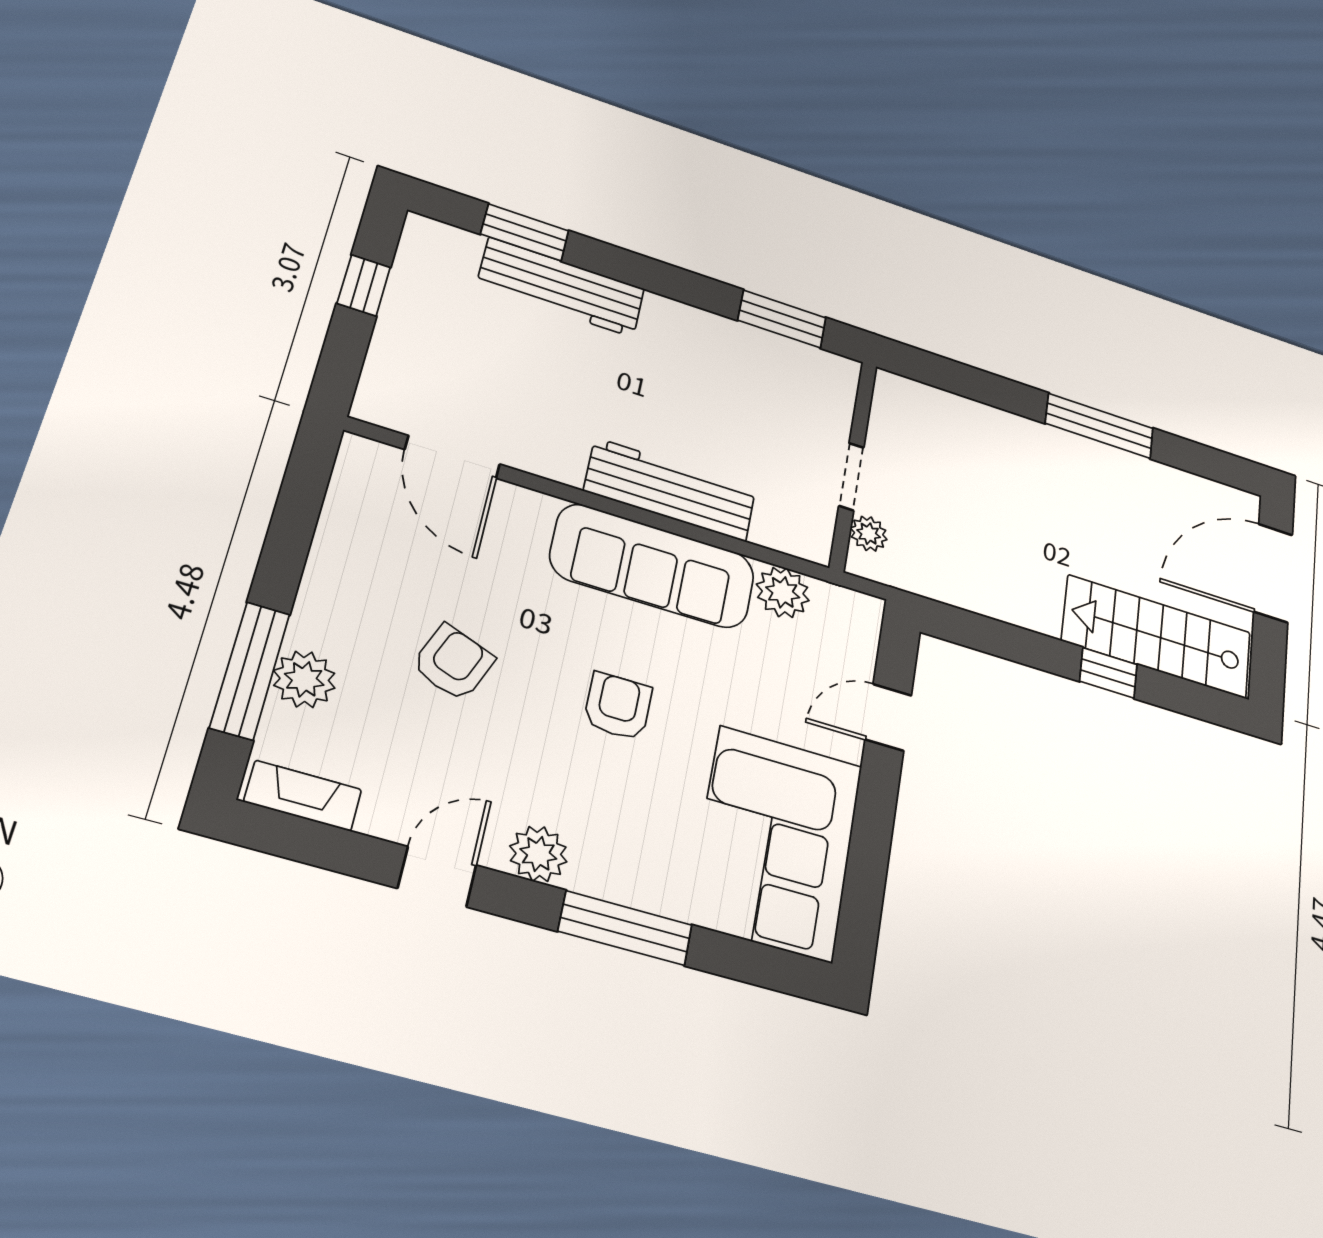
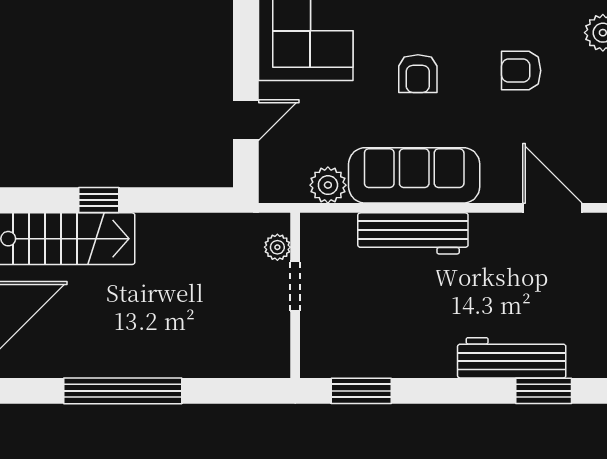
window: (1099, 426) -> (123, 391), width x1.46
armchair: (453, 663) -> (521, 71), turned 69

